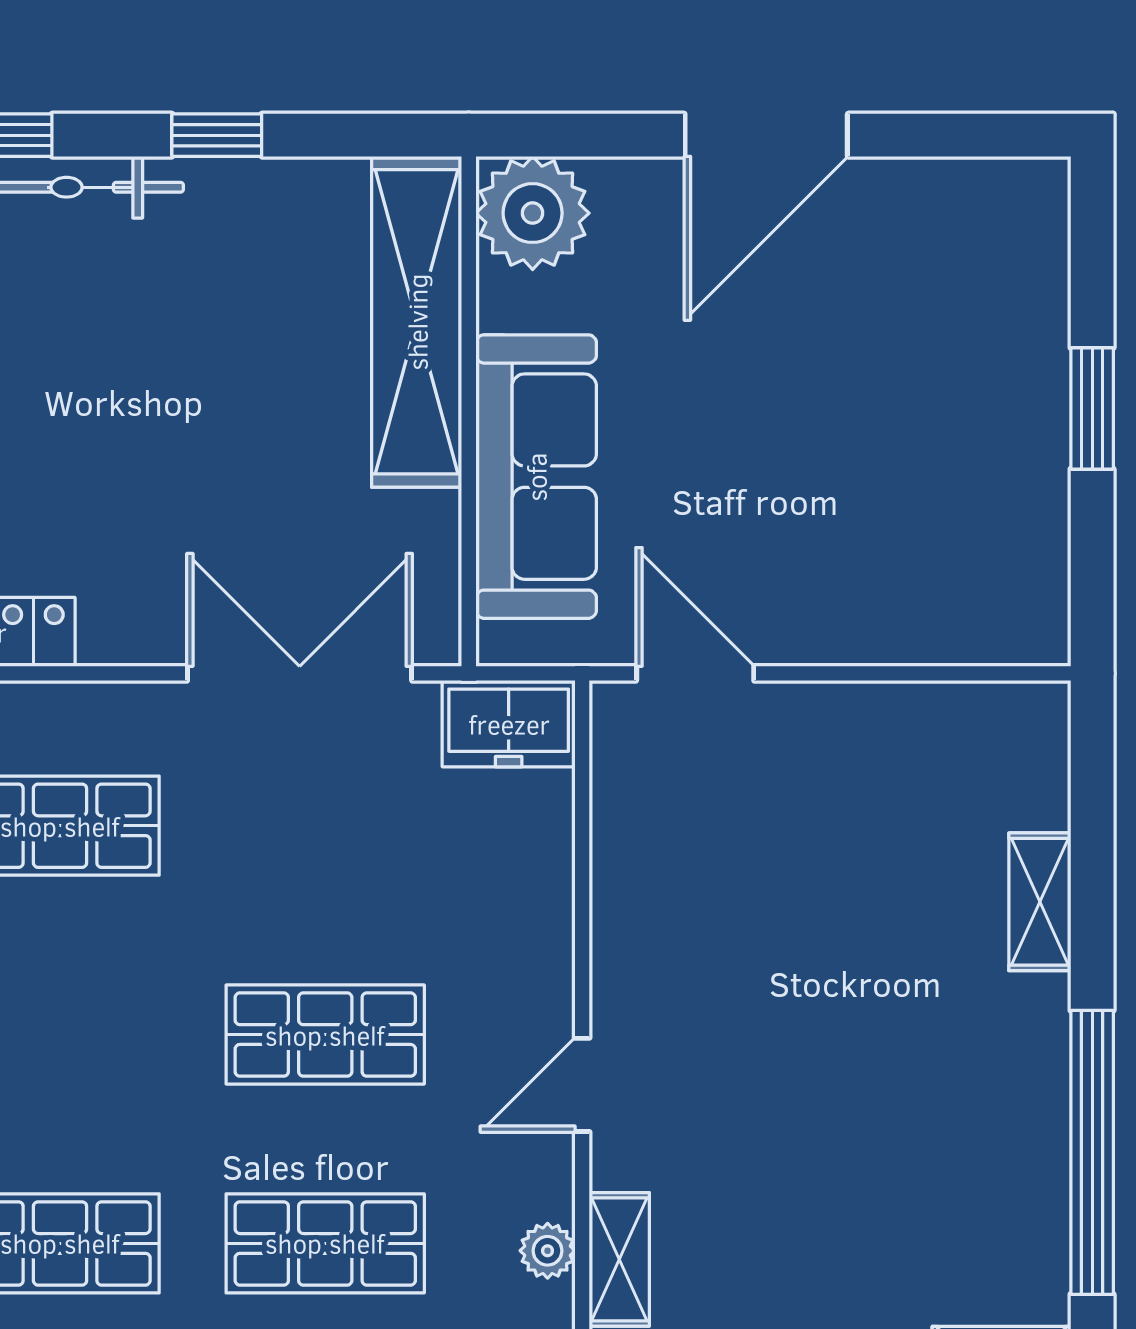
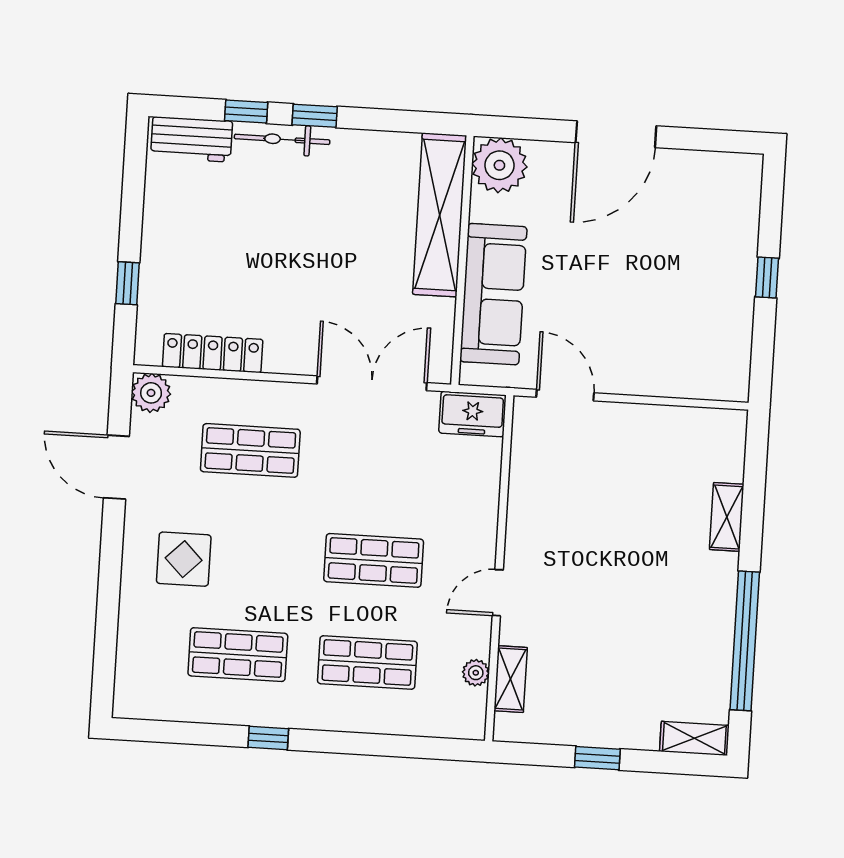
window: (217, 135) -> (315, 116), moved
window: (1092, 408) -> (767, 277), width x0.67

